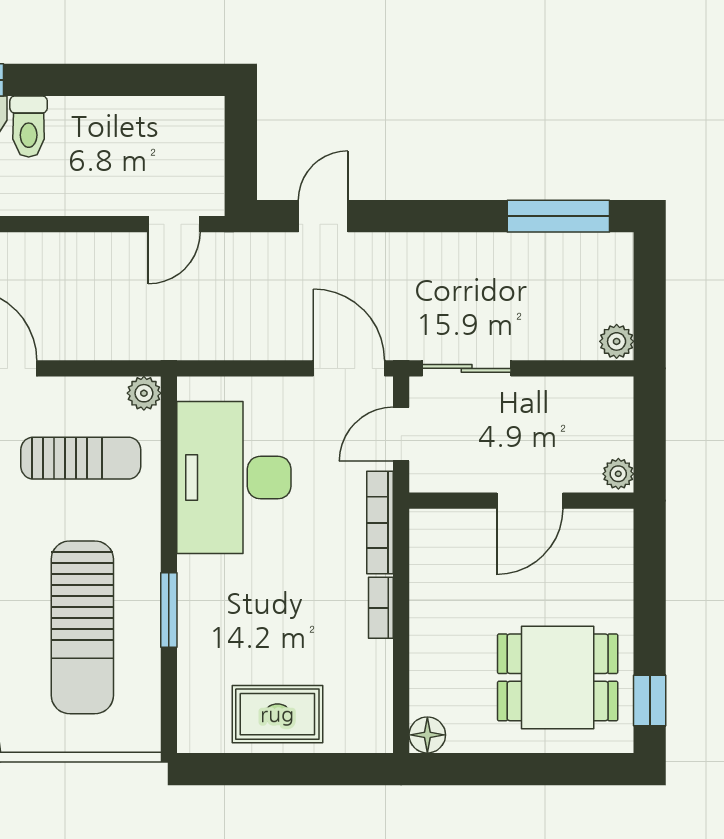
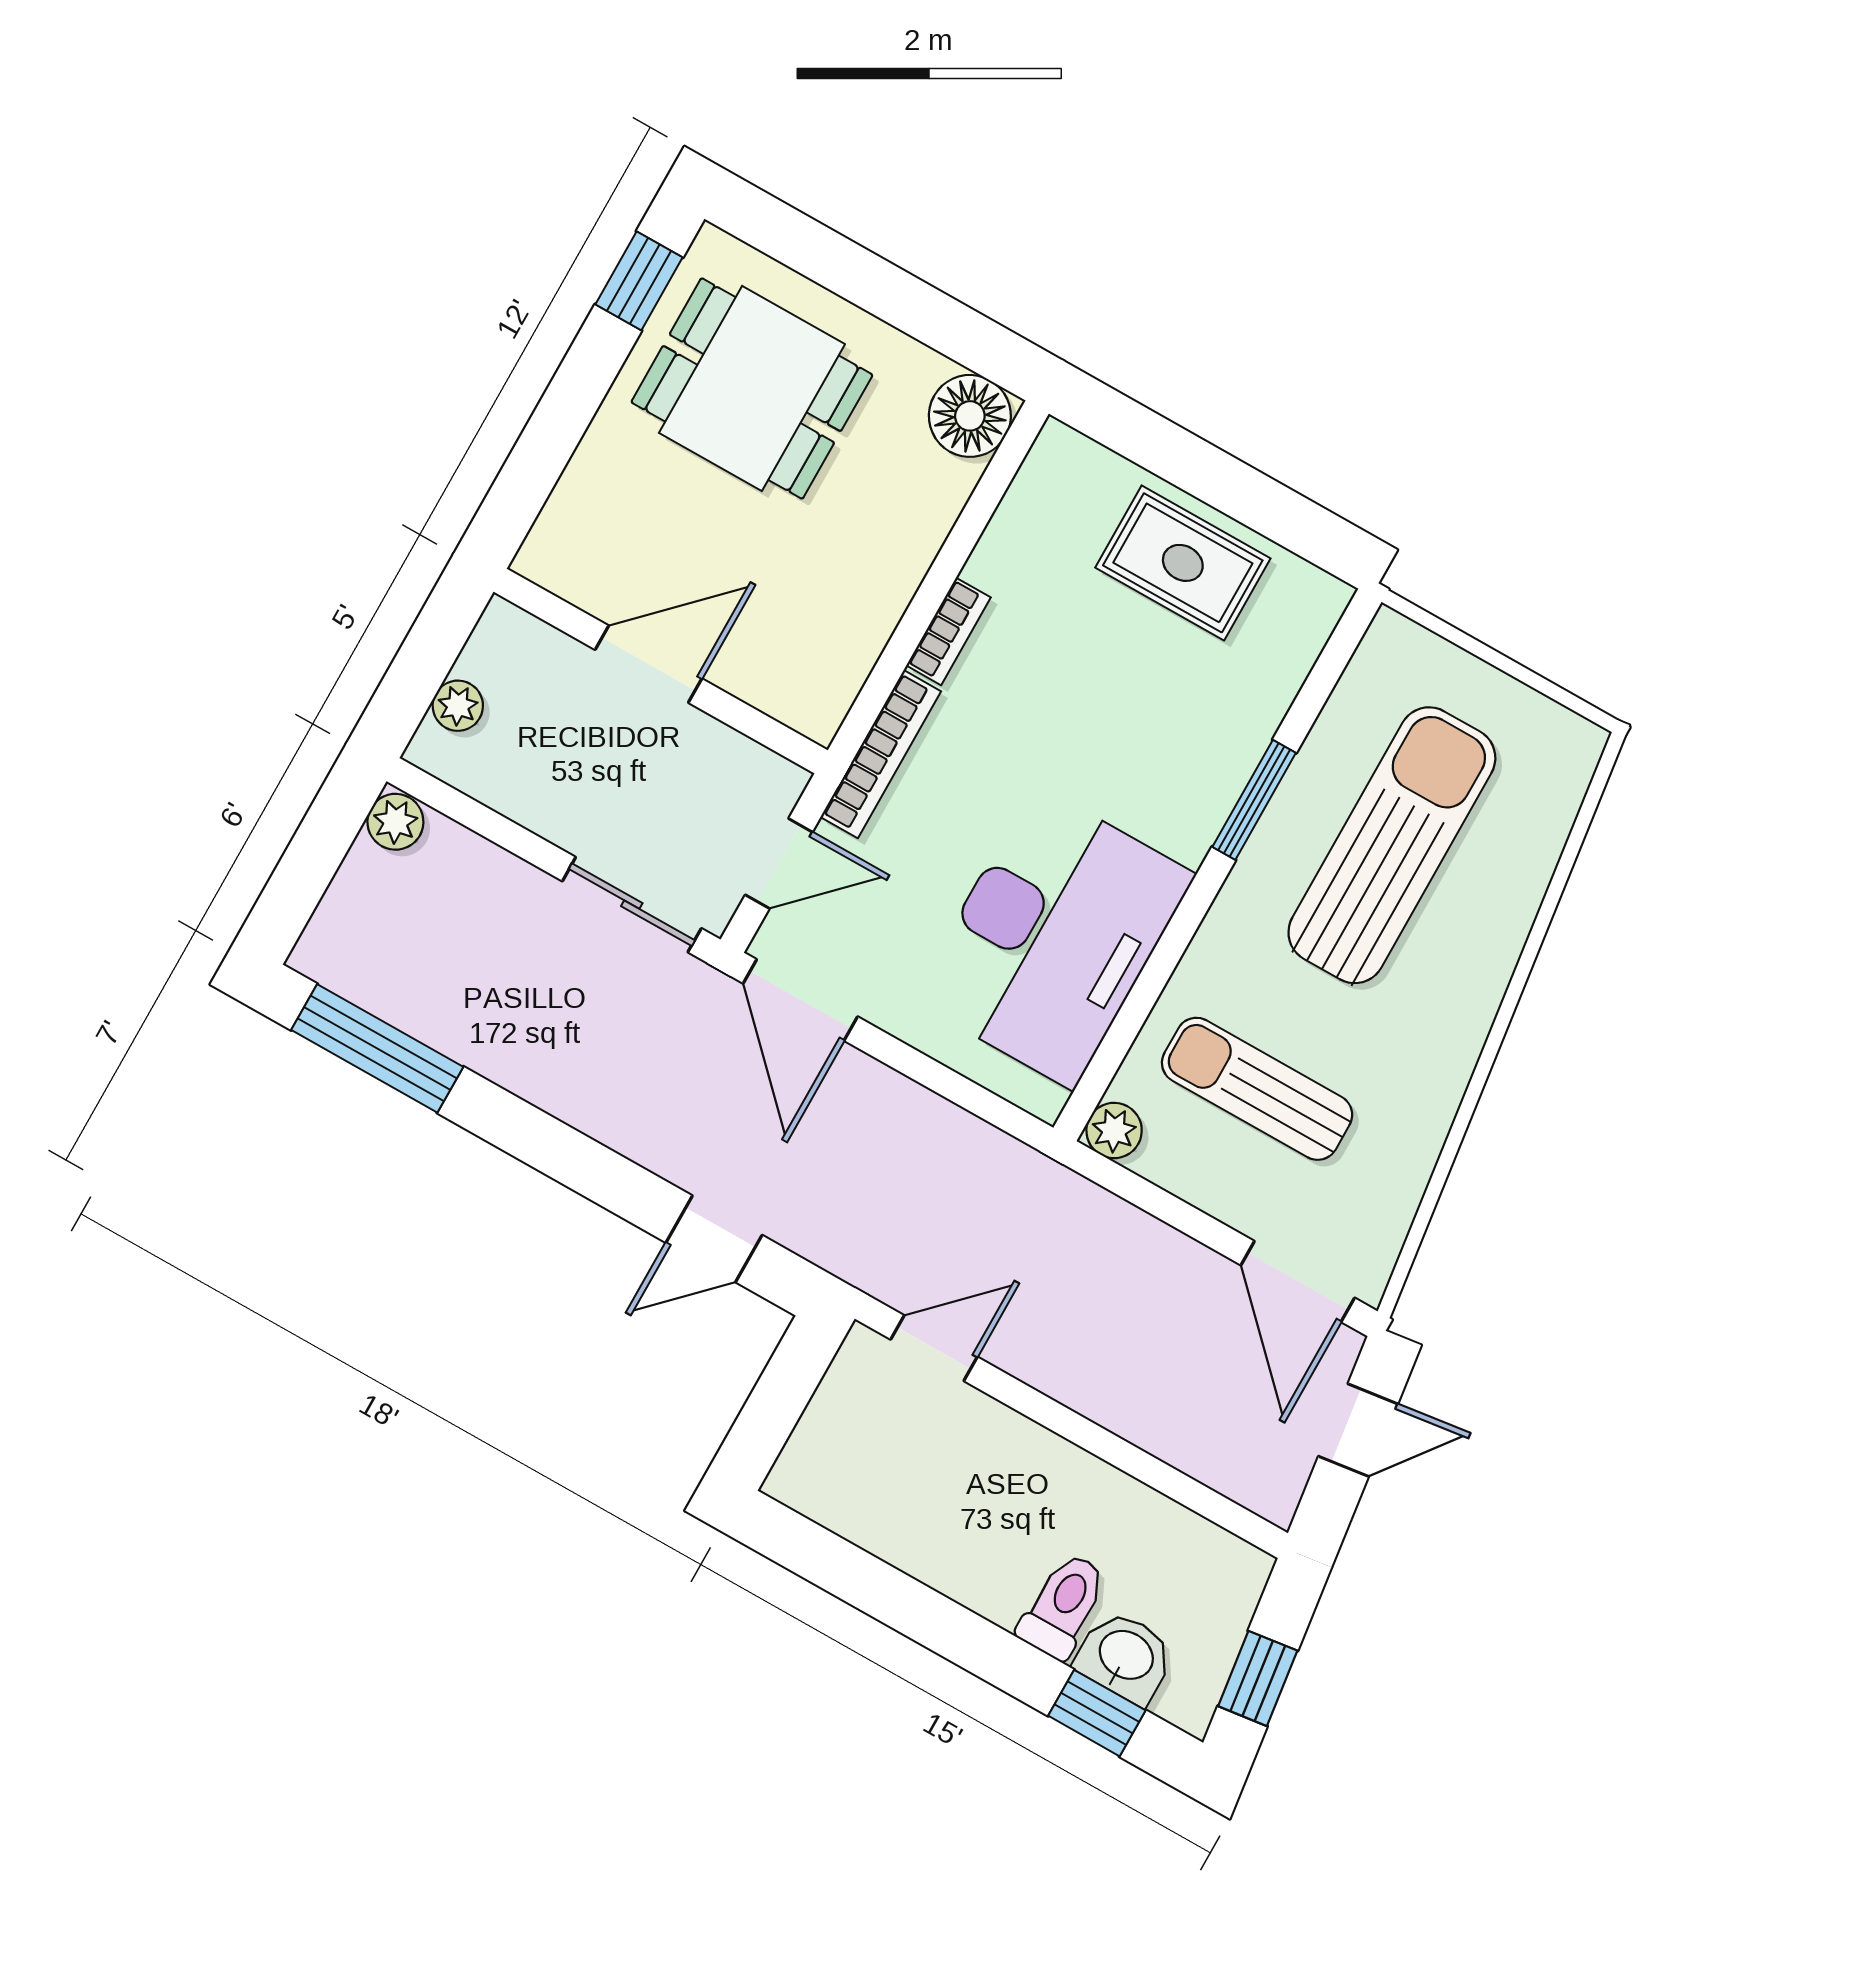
plant: (618, 474) -> (458, 706), moved
floor lamp: (427, 735) -> (970, 416), width x1.38, depth x1.38

